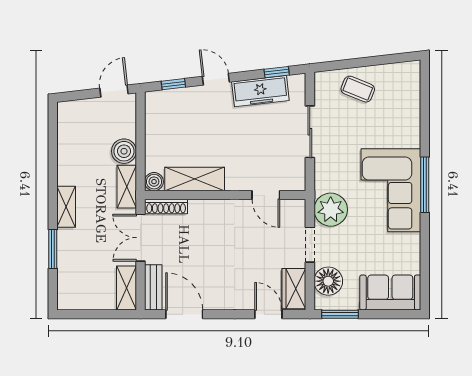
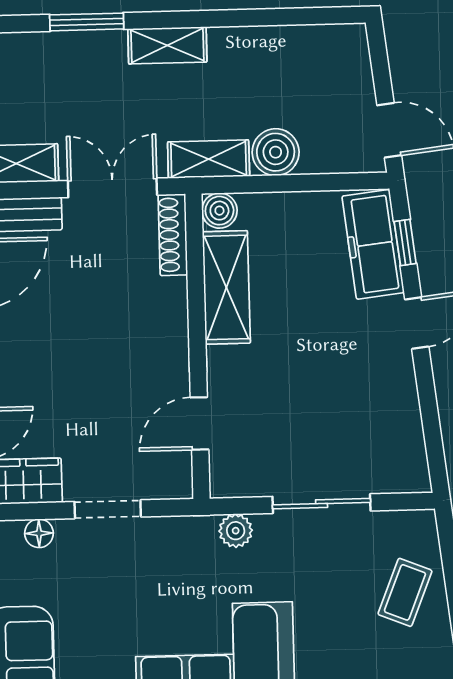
window: (277, 72) -> (433, 438), removed
freezer: (260, 91) -> (373, 244), moved
plant: (331, 210) -> (236, 531), moved, width x0.53, depth x0.53
floor lamp: (328, 281) -> (39, 533), width x0.53, depth x0.53

